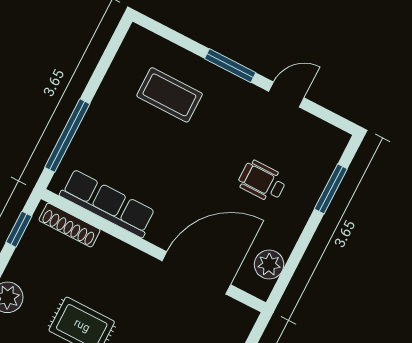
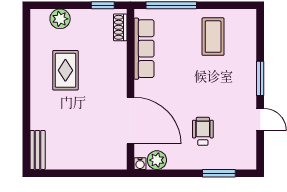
coffee table: (169, 95) -> (213, 37), moved
shoe rack: (70, 225) -> (120, 27), width x0.70
water cooler: (262, 290) -> (140, 164), added

